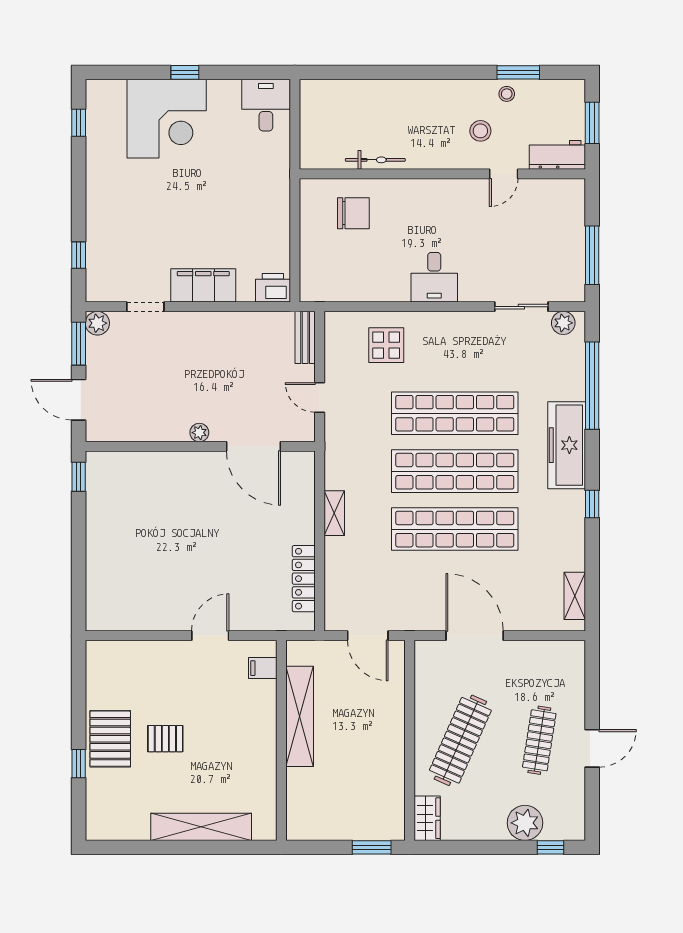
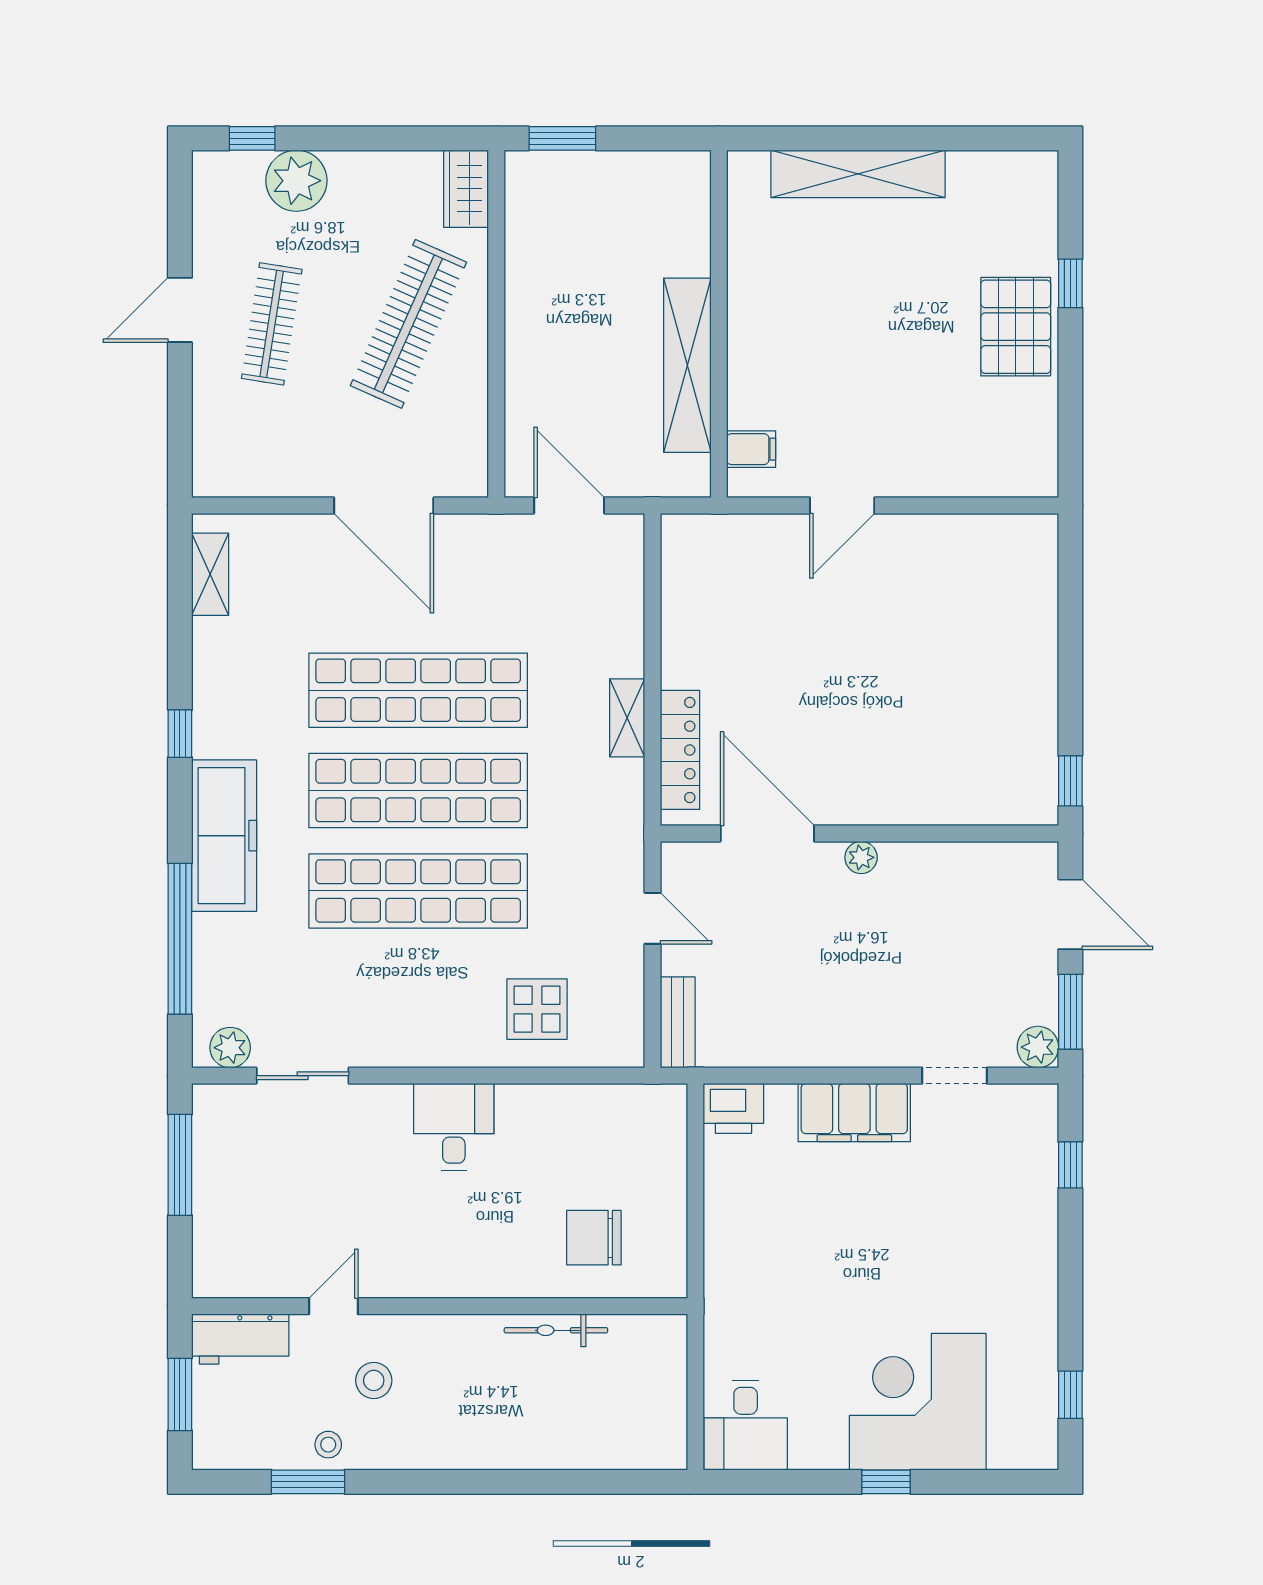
locker: (304, 579) -> (680, 750), moved
pallet: (165, 739) -> (920, 327), removed

